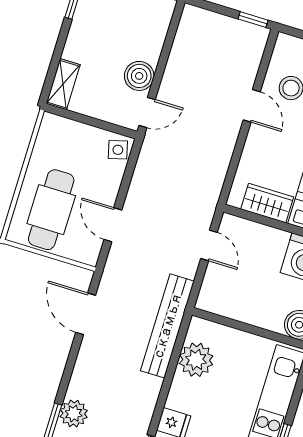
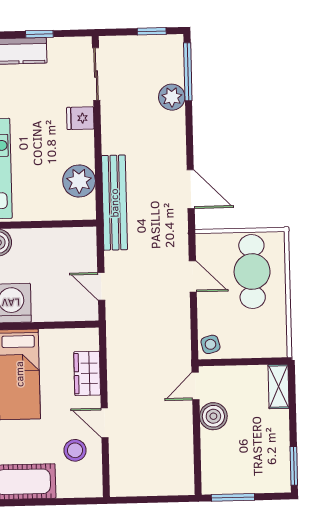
window: (253, 20) -> (129, 500), removed
wardrobe: (267, 203) -> (87, 373), moved, turned 90

